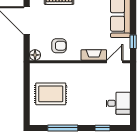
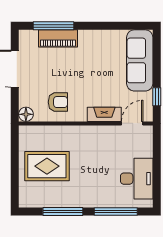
desk: (118, 103) -> (137, 179), width x1.37
window: (102, 128) -> (116, 212), width x2.17

